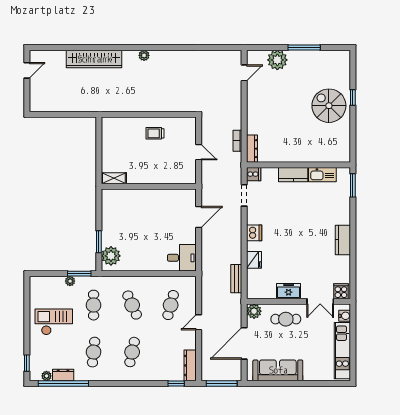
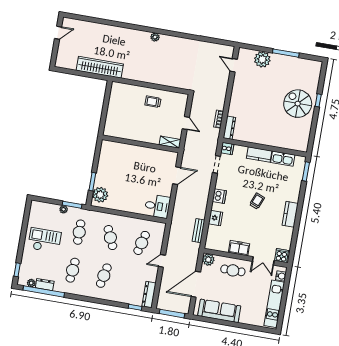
wardrobe: (94, 59) -> (100, 67), moved, turned 180
door: (244, 73) -> (234, 65), swing flipped
shelving: (114, 178) -> (170, 142), moved
trolley: (300, 231) -> (257, 201), added

